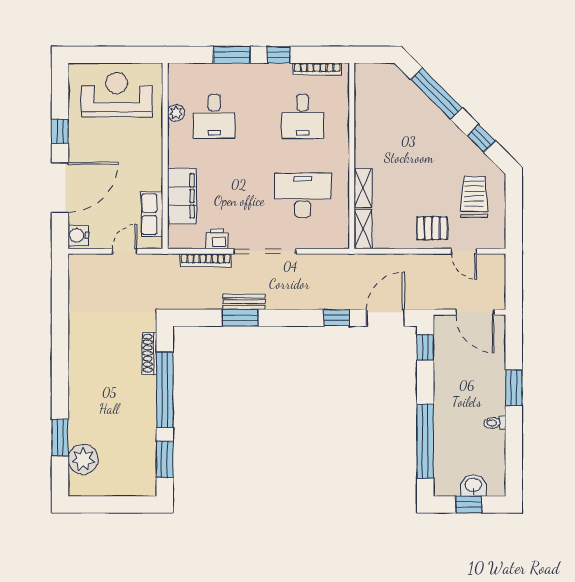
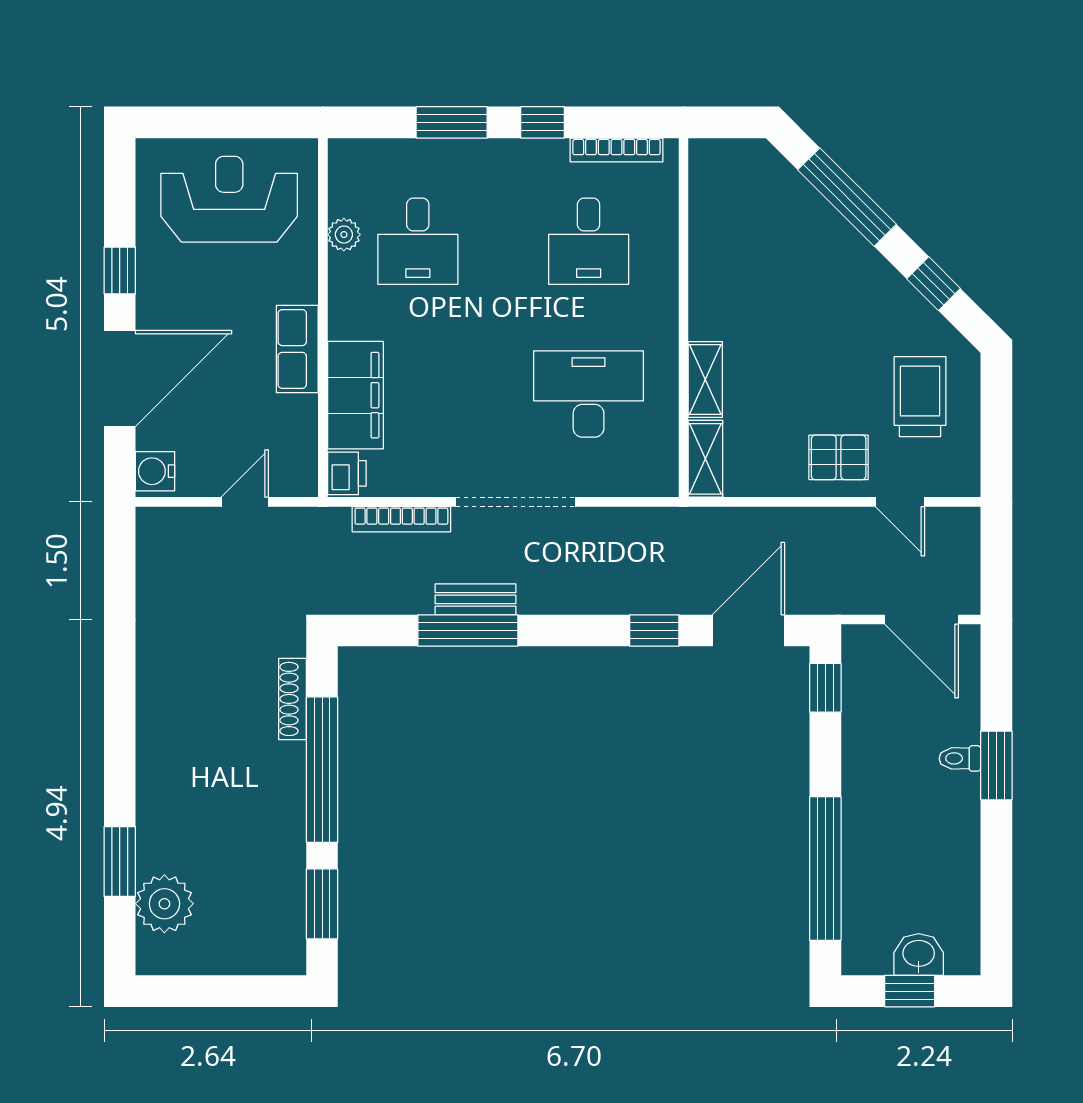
row of seats: (152, 214) -> (297, 349), moved
printer: (217, 239) -> (347, 473), moved, turned 90
window: (240, 318) -> (468, 630), width x1.44
toilet: (495, 423) -> (960, 758), moved

